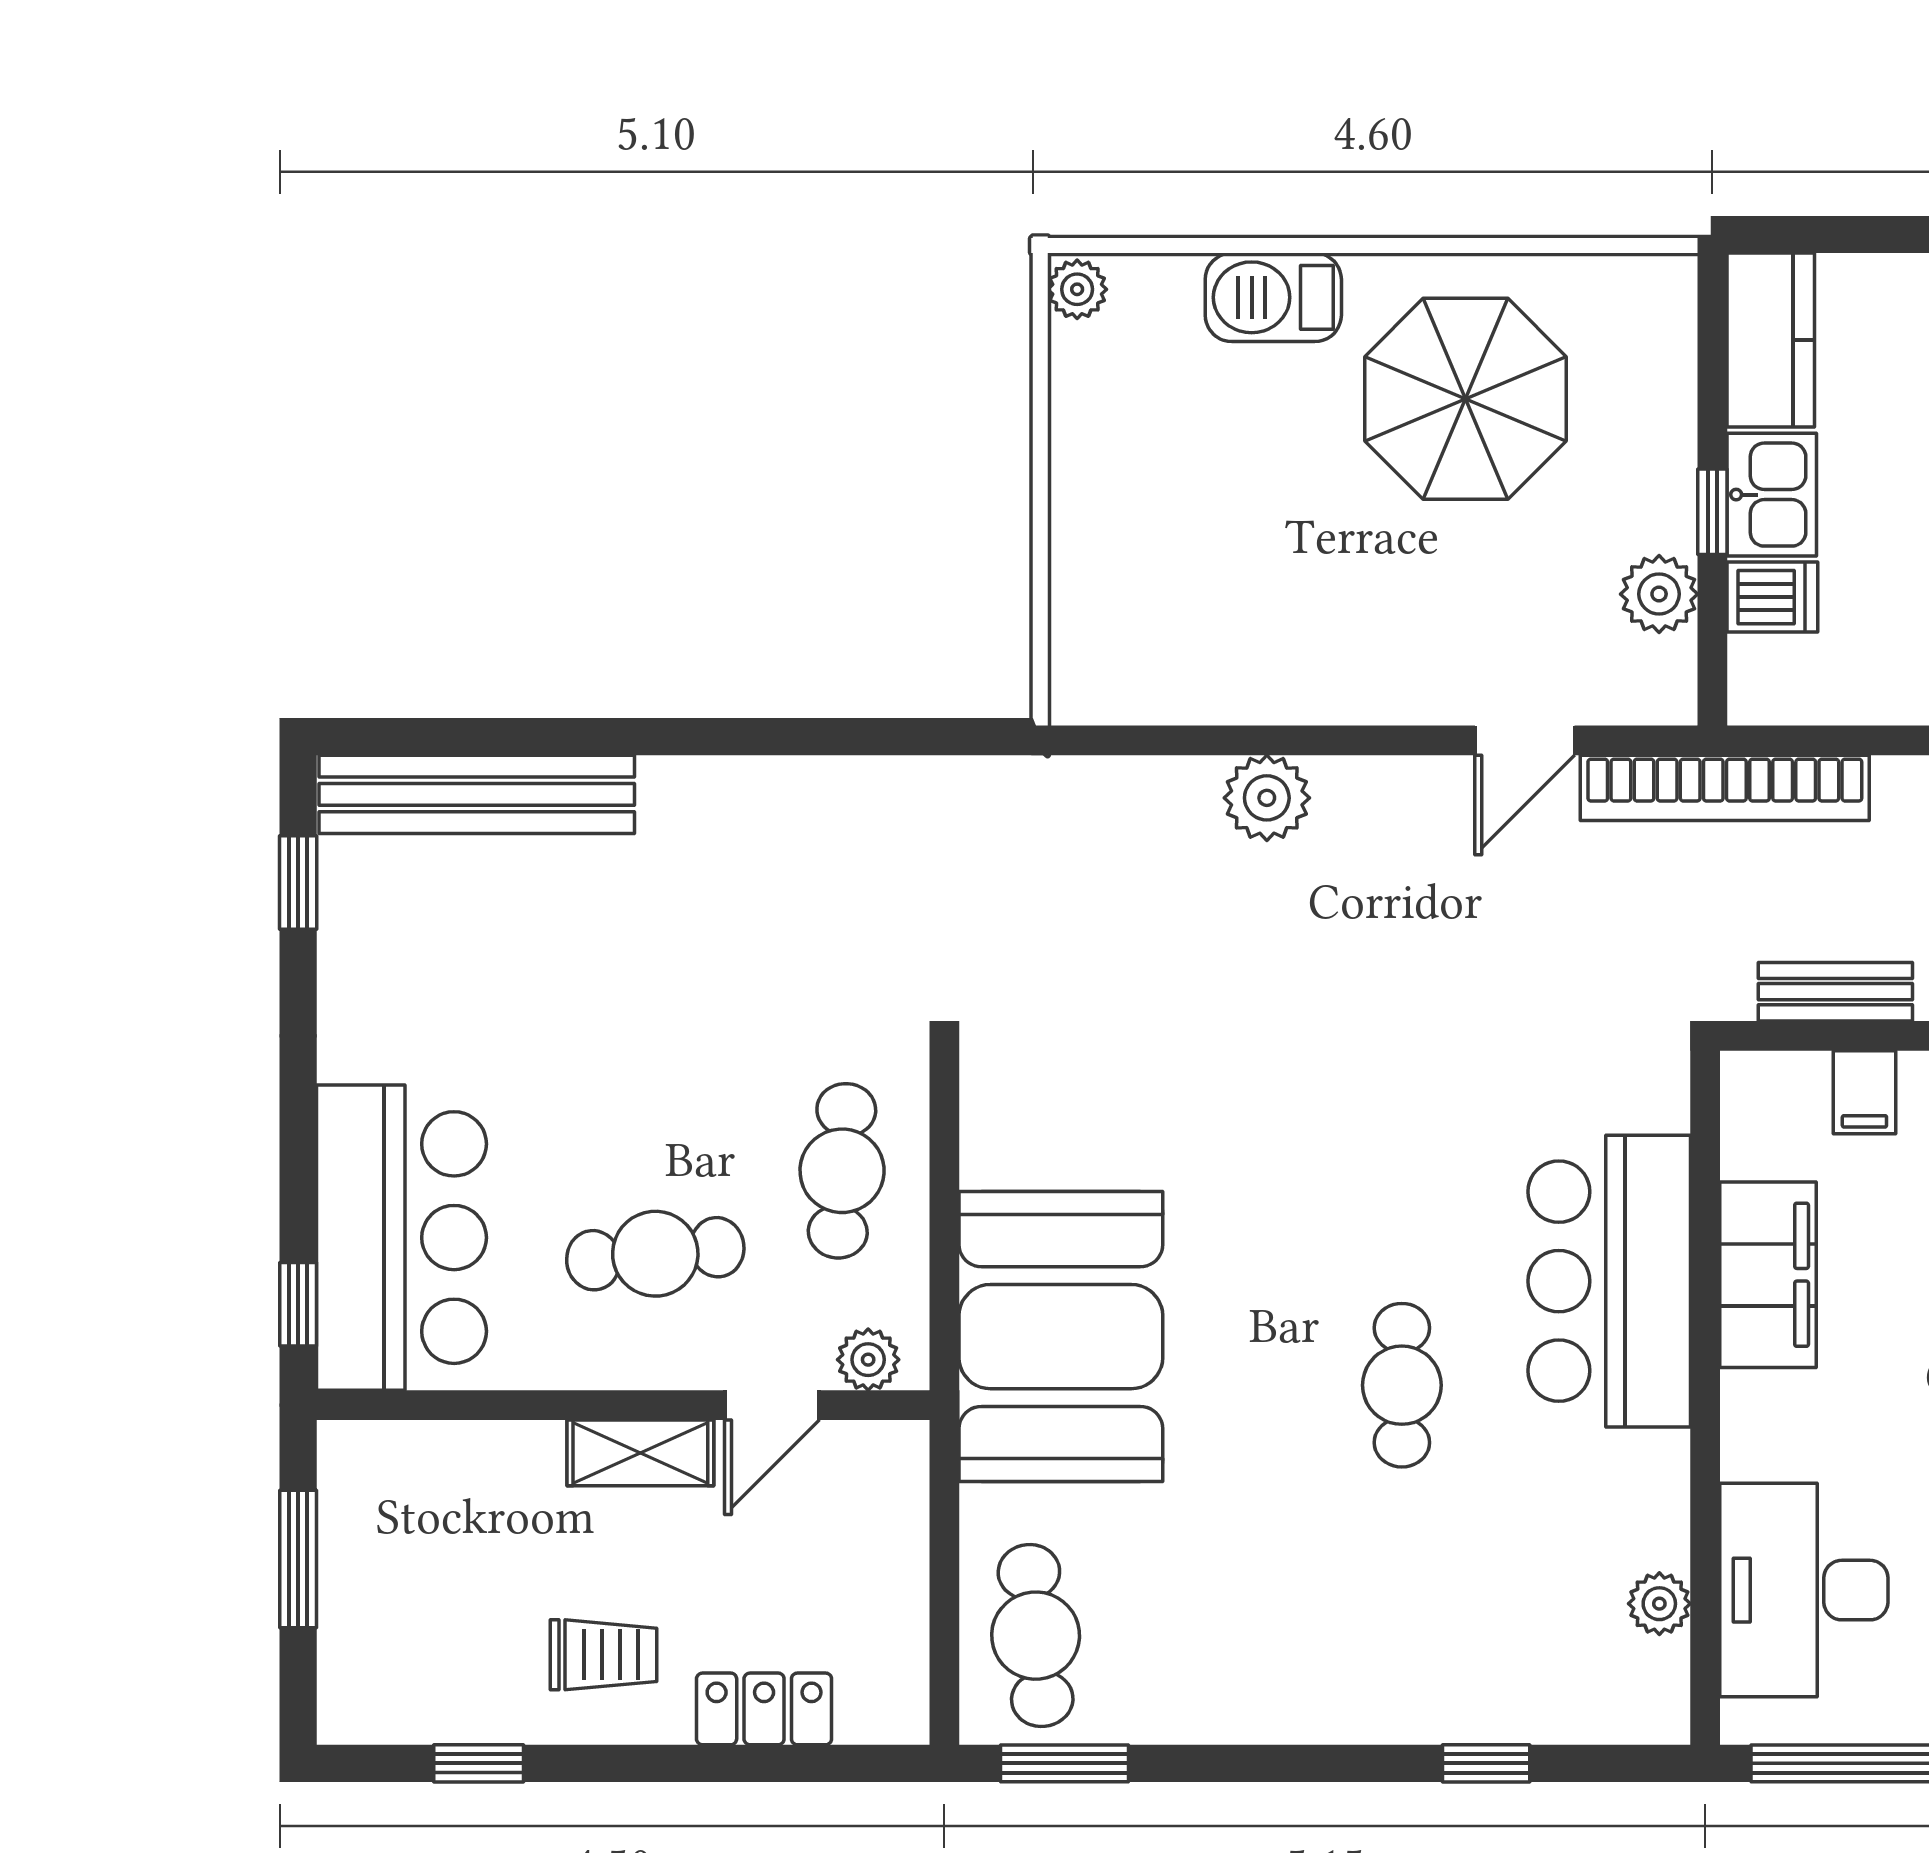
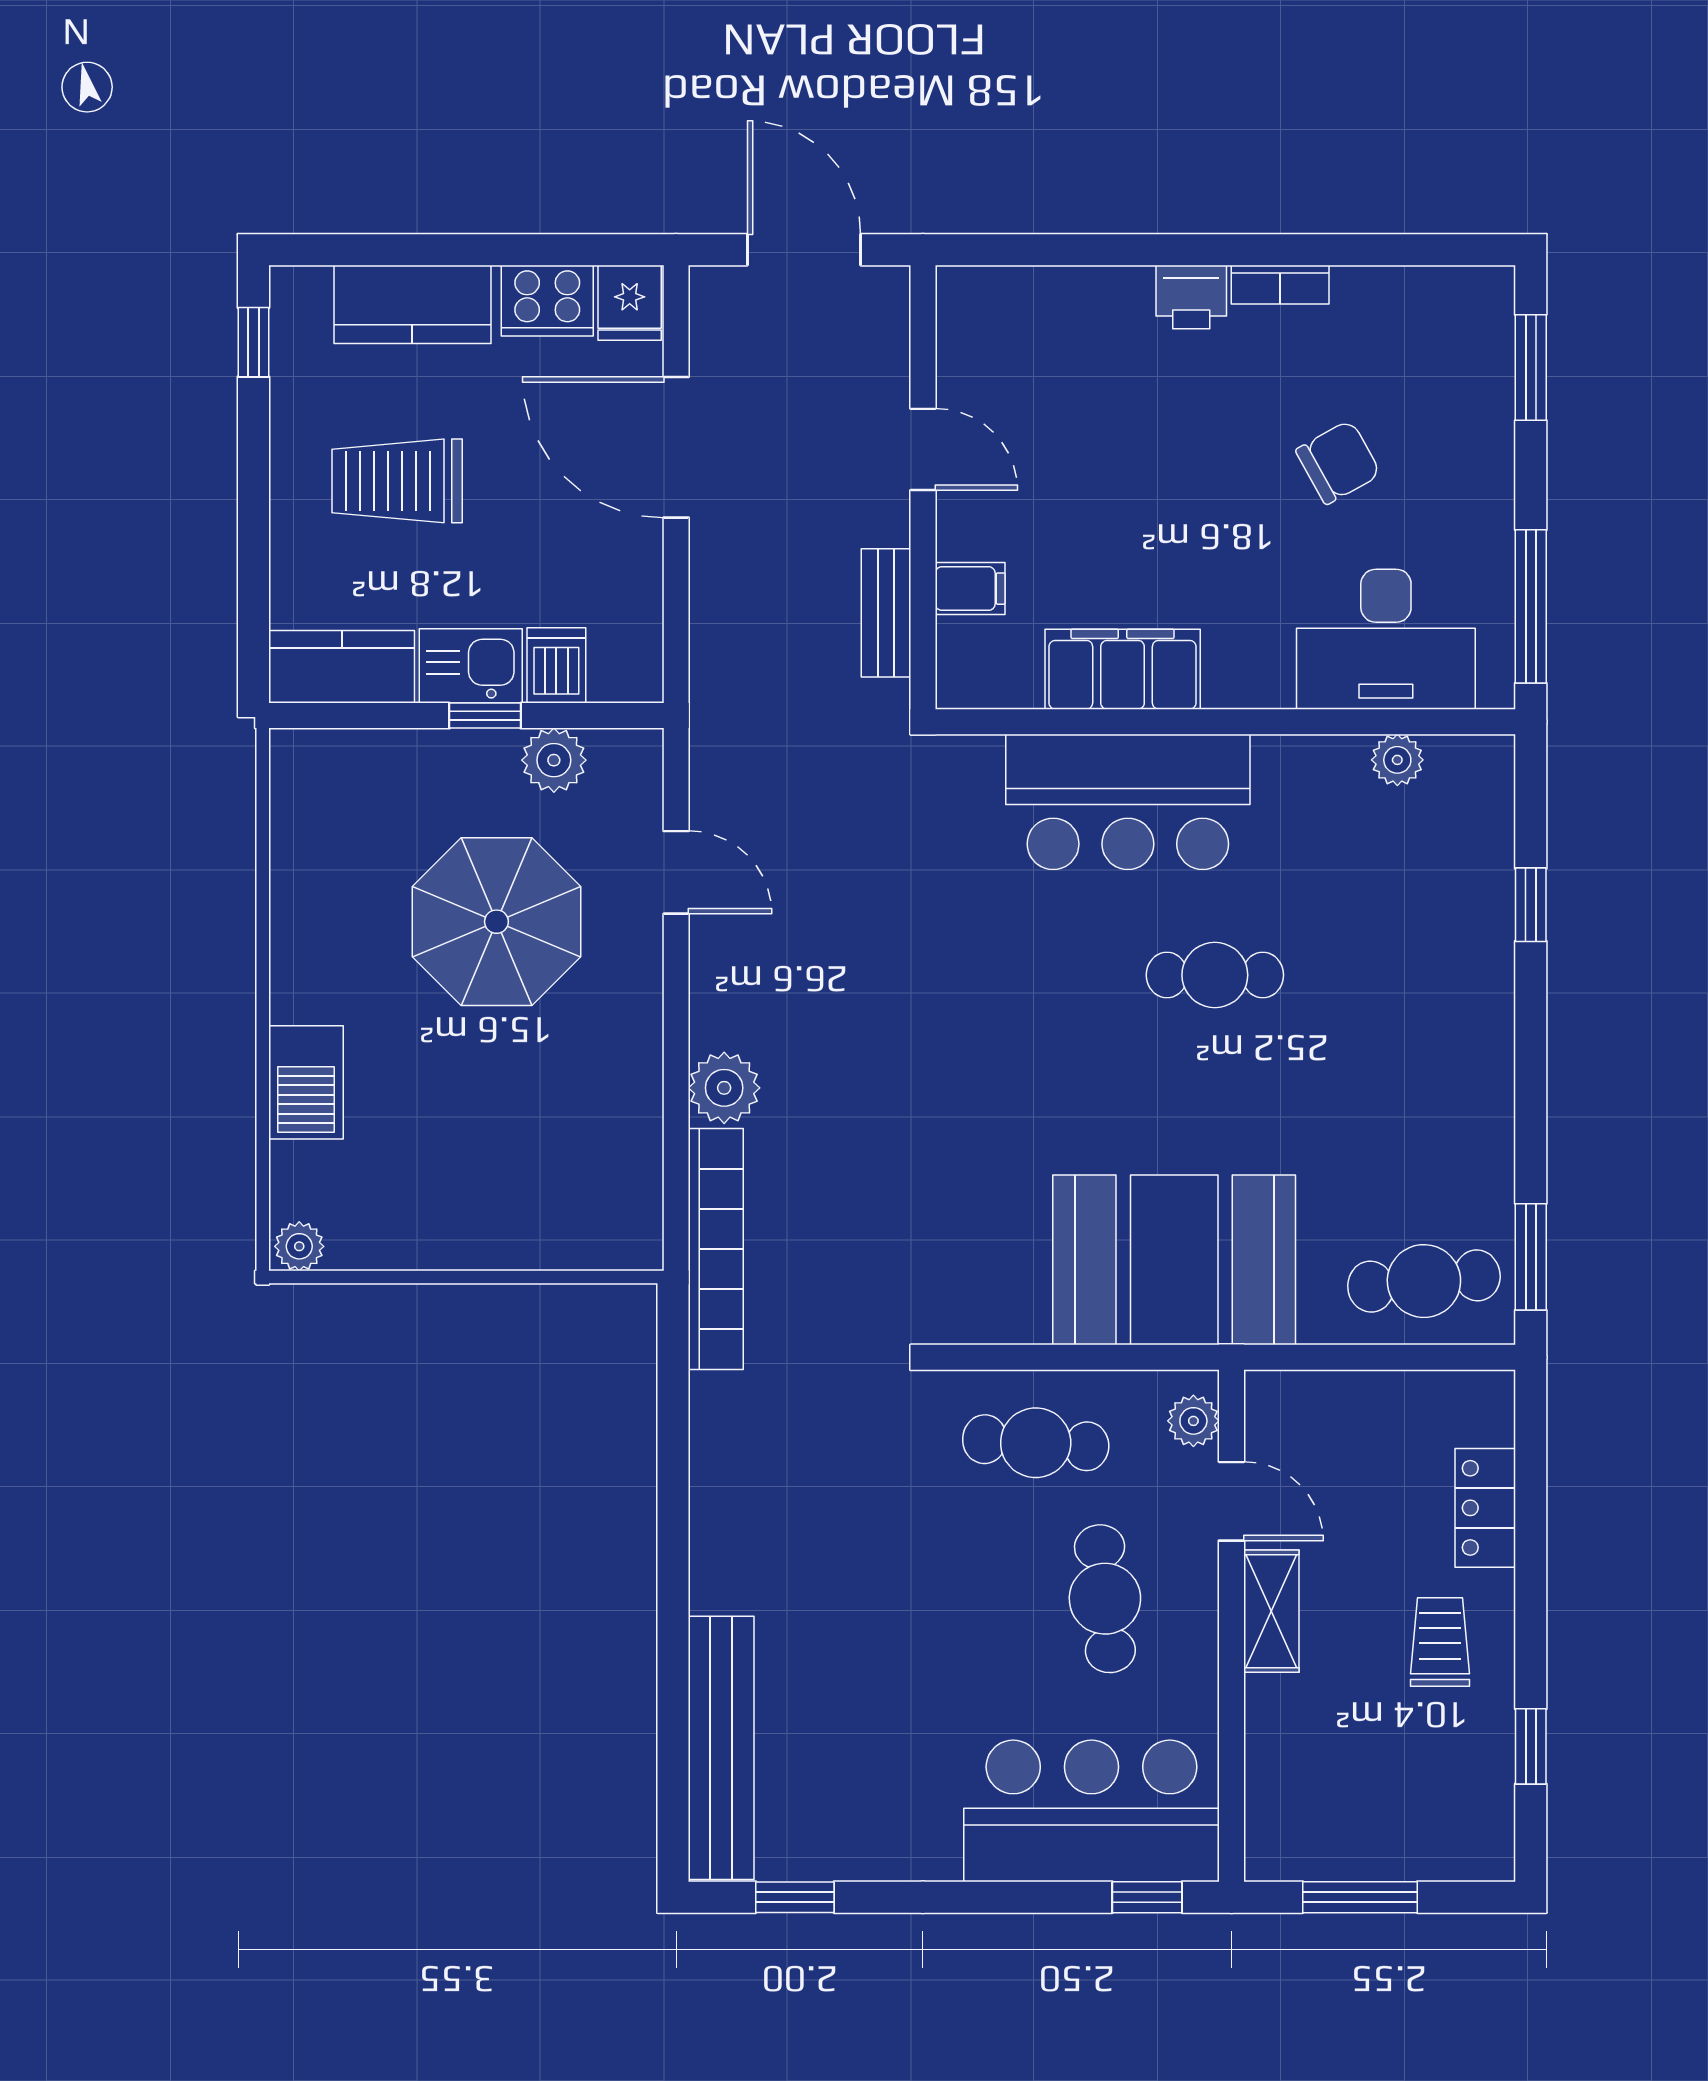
parasol: (1465, 399) -> (496, 922), moved
bookcase: (1725, 788) -> (716, 1249), moved

